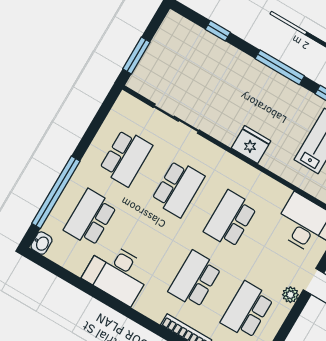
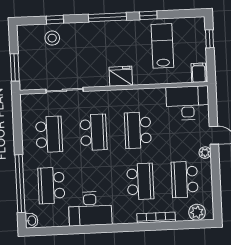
stool: (201, 50) -> (52, 38), added
school desk: (195, 279) -> (140, 181), turned 180

